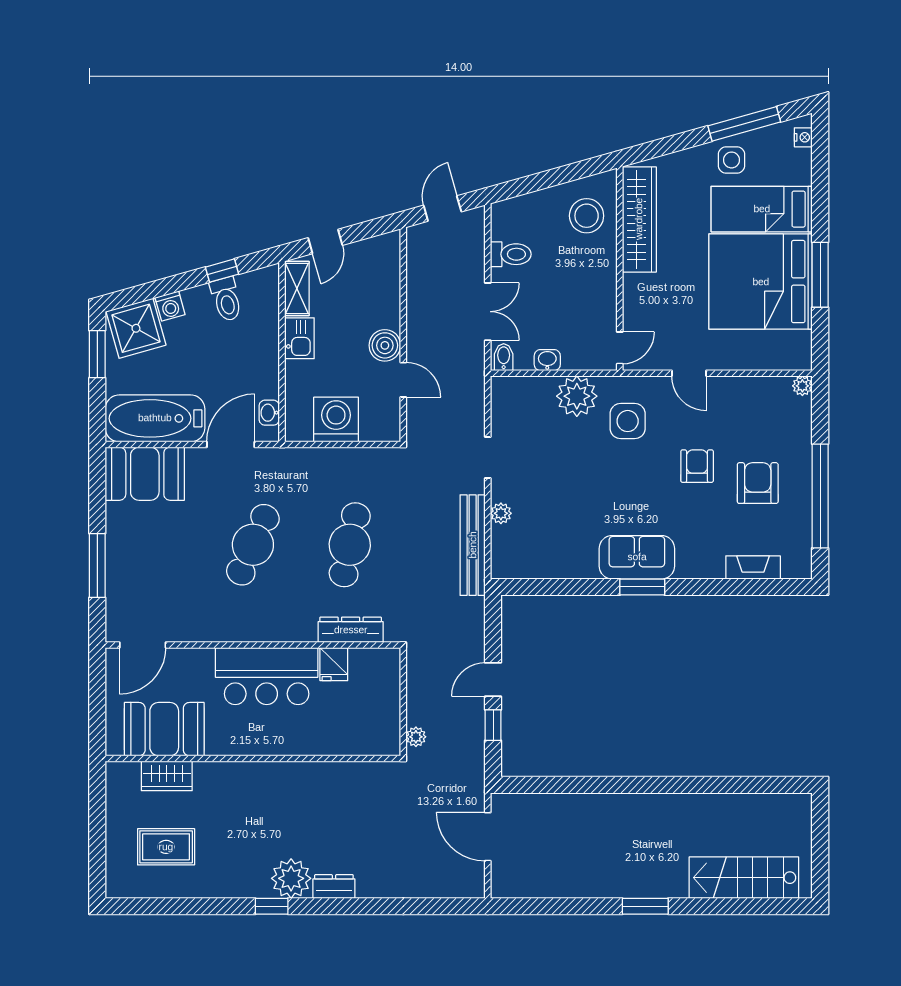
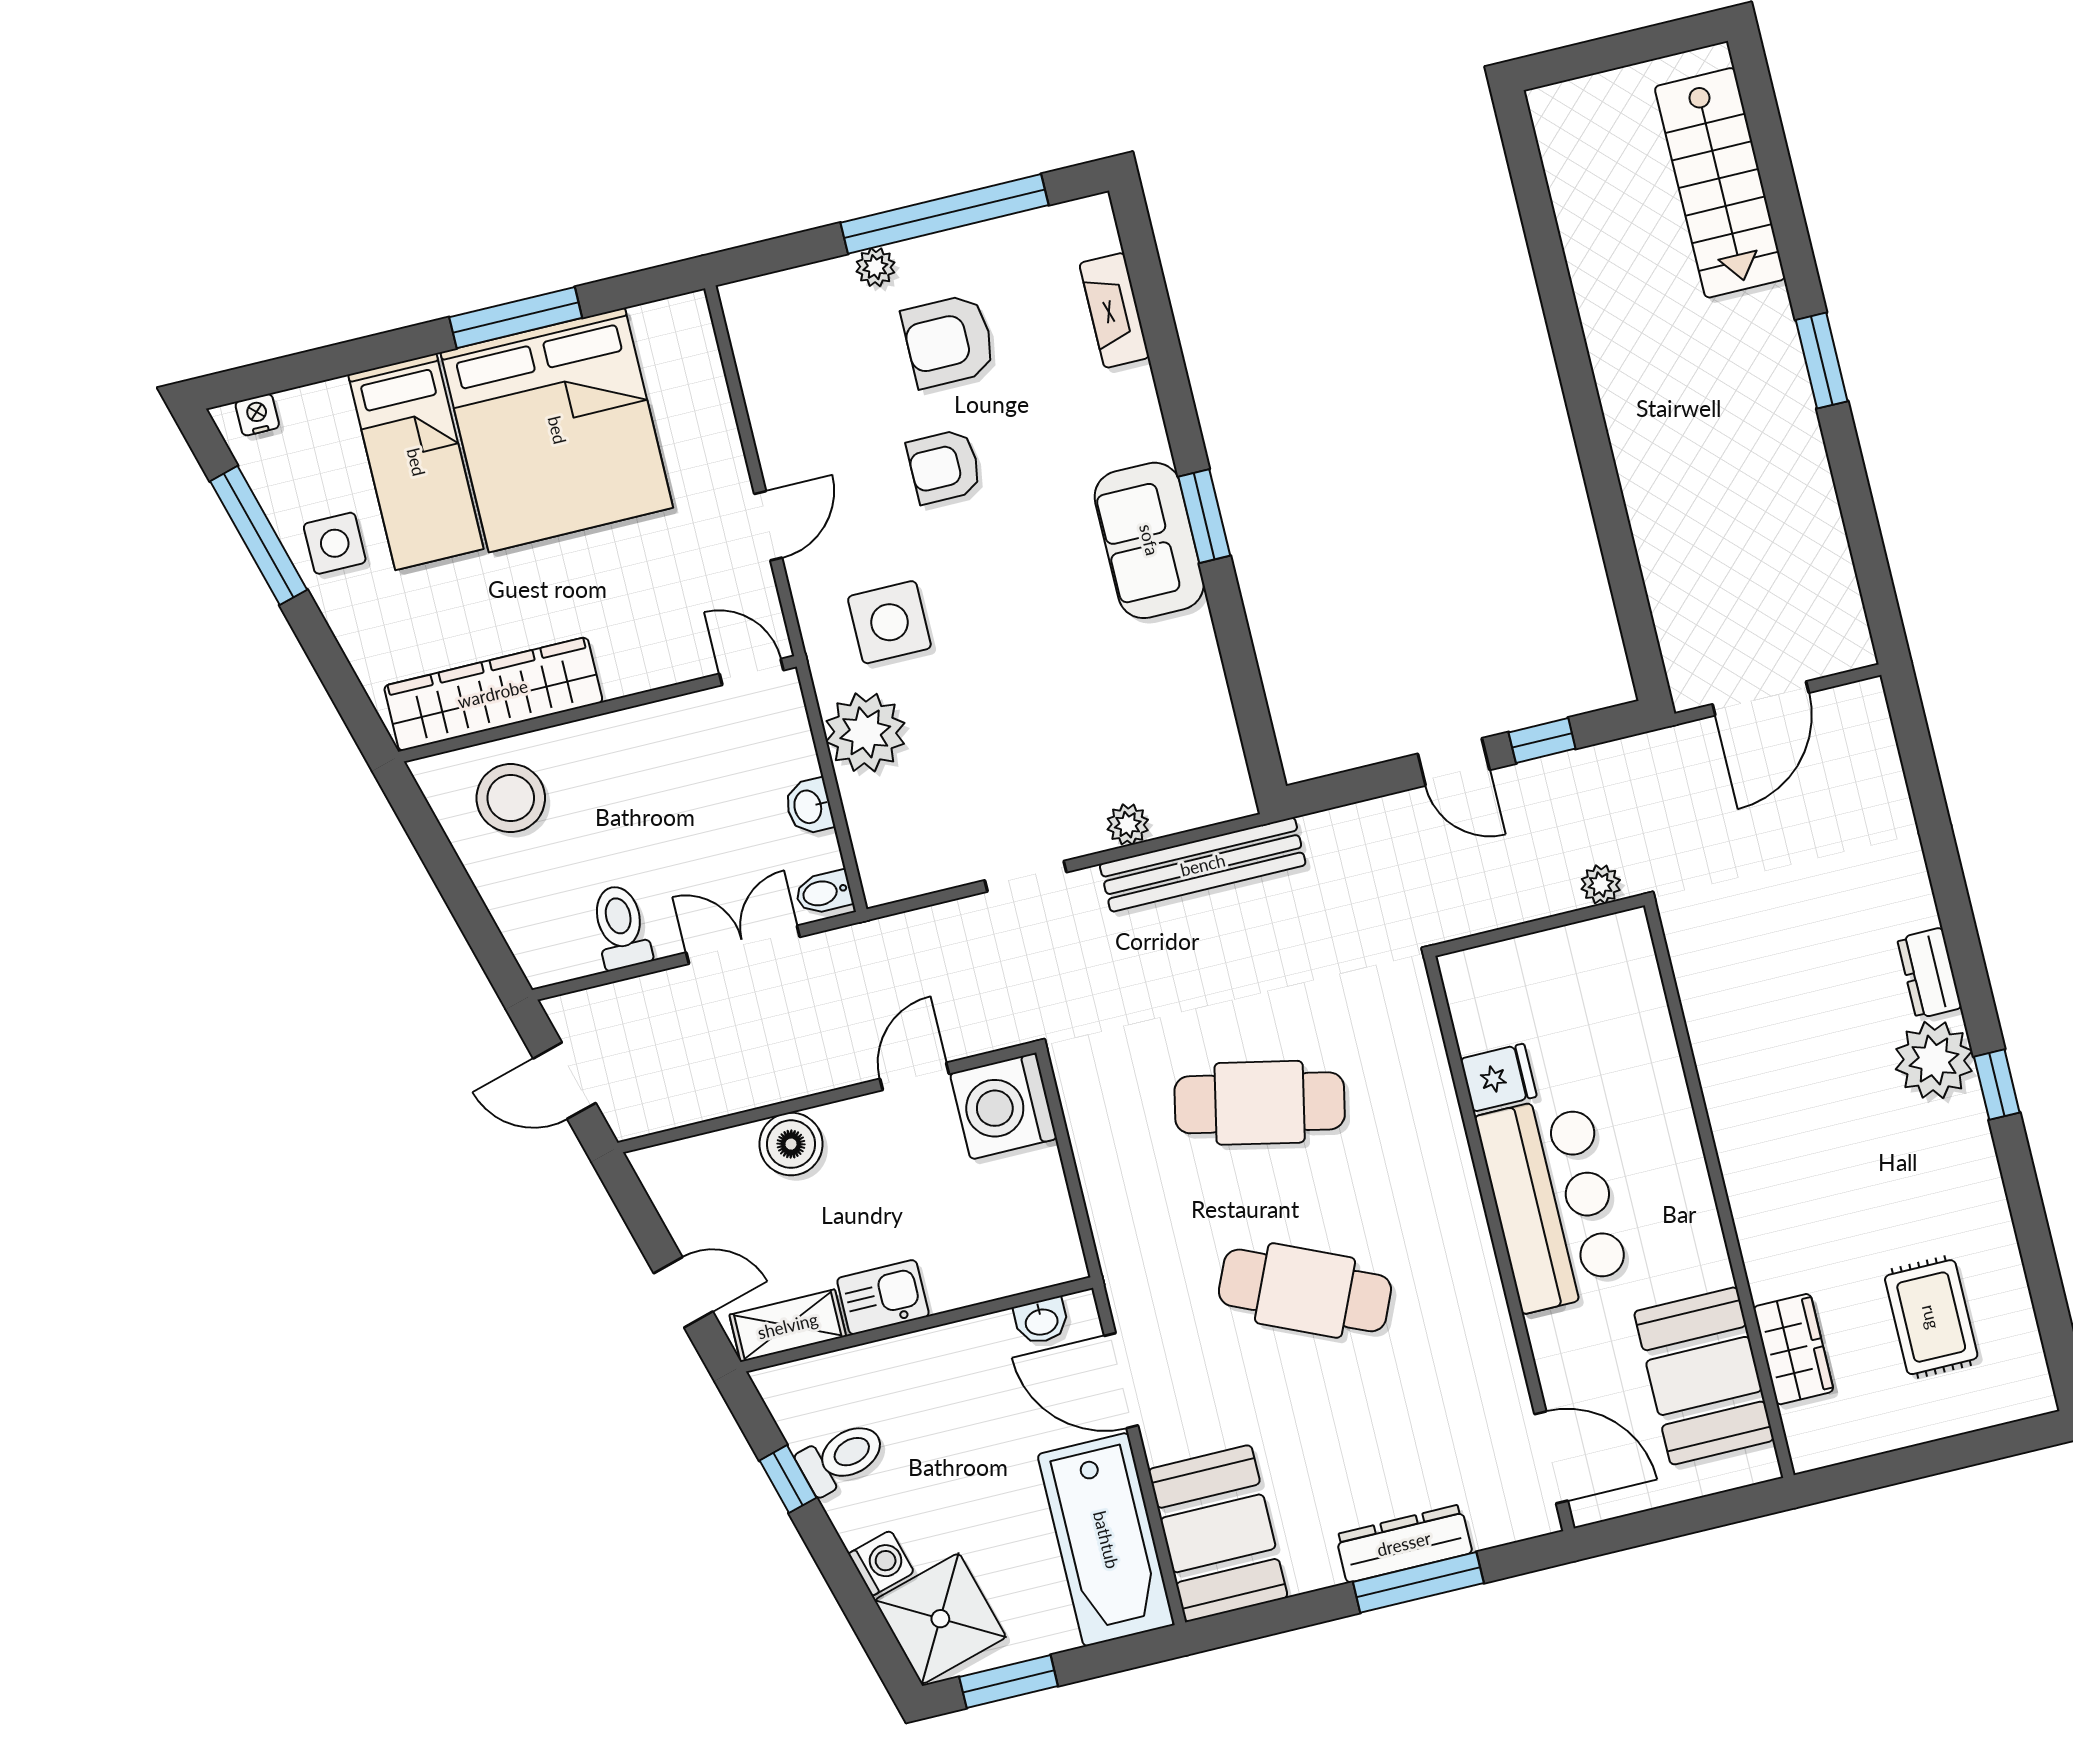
boiler: (385, 345) -> (791, 1144), moved
plant: (802, 386) -> (875, 267), moved
washing machine: (336, 420) -> (1003, 1106), moved
dresser: (351, 630) -> (1404, 1544), moved, turned 90

